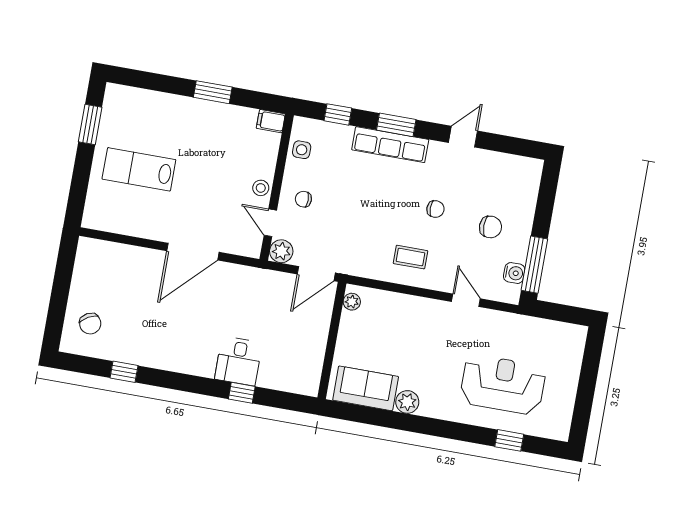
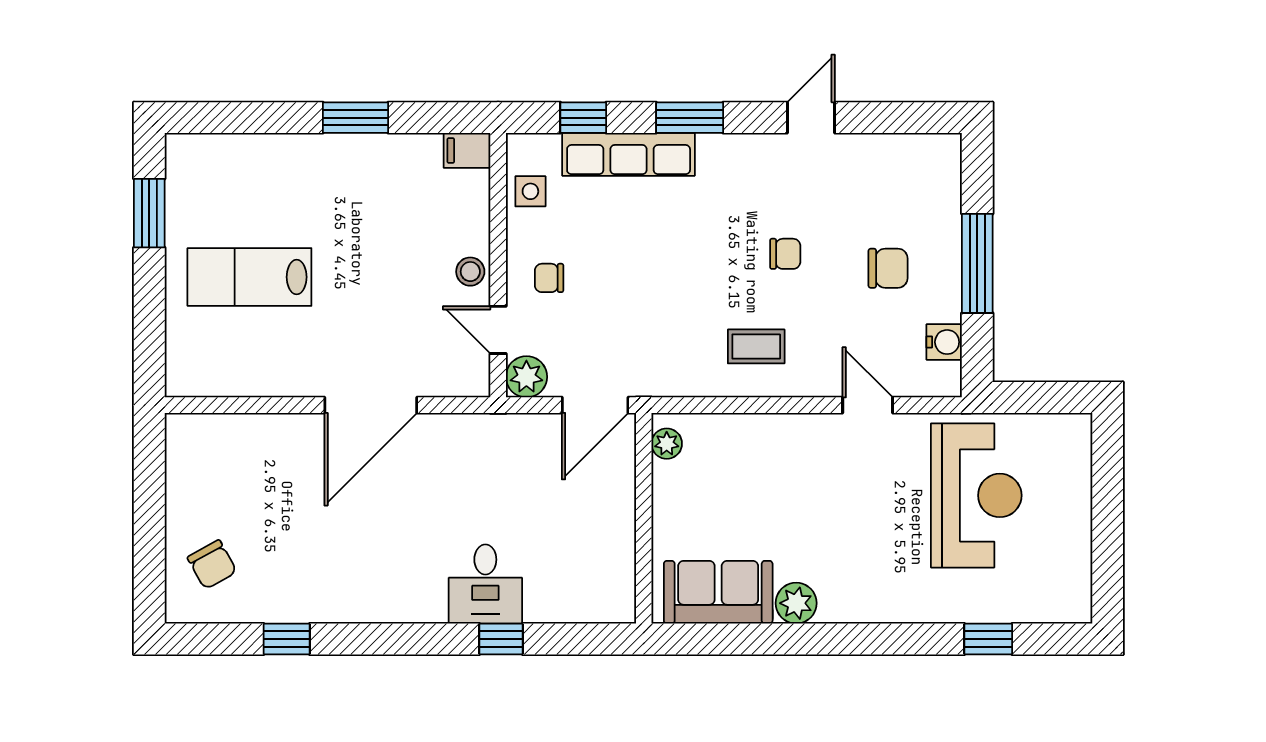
row of seats: (390, 145) -> (629, 154), moved
window: (534, 265) -> (977, 263), moved
reception desk: (503, 385) -> (976, 495), moved, turned 90

